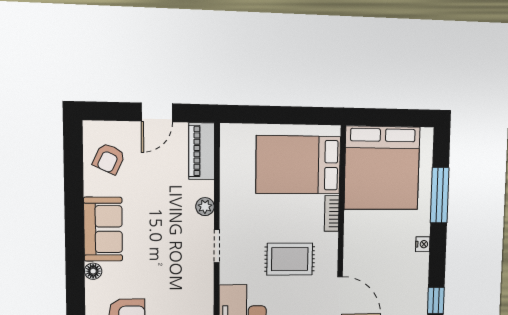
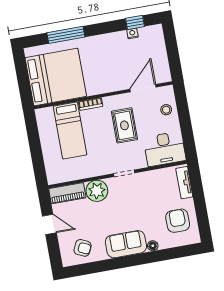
bed: (298, 165) -> (70, 130), width x0.67
plant: (205, 207) -> (97, 191), width x1.87, depth x1.87
nightstand: (423, 244) -> (132, 33), moved

